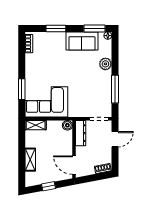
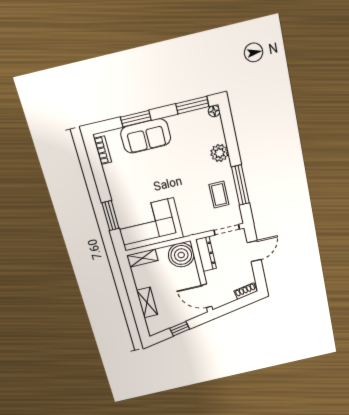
sofa: (82, 41) -> (146, 136), moved
coffee table: (99, 92) -> (219, 195), added
boiler: (67, 125) -> (181, 255), width x1.86, depth x1.86

